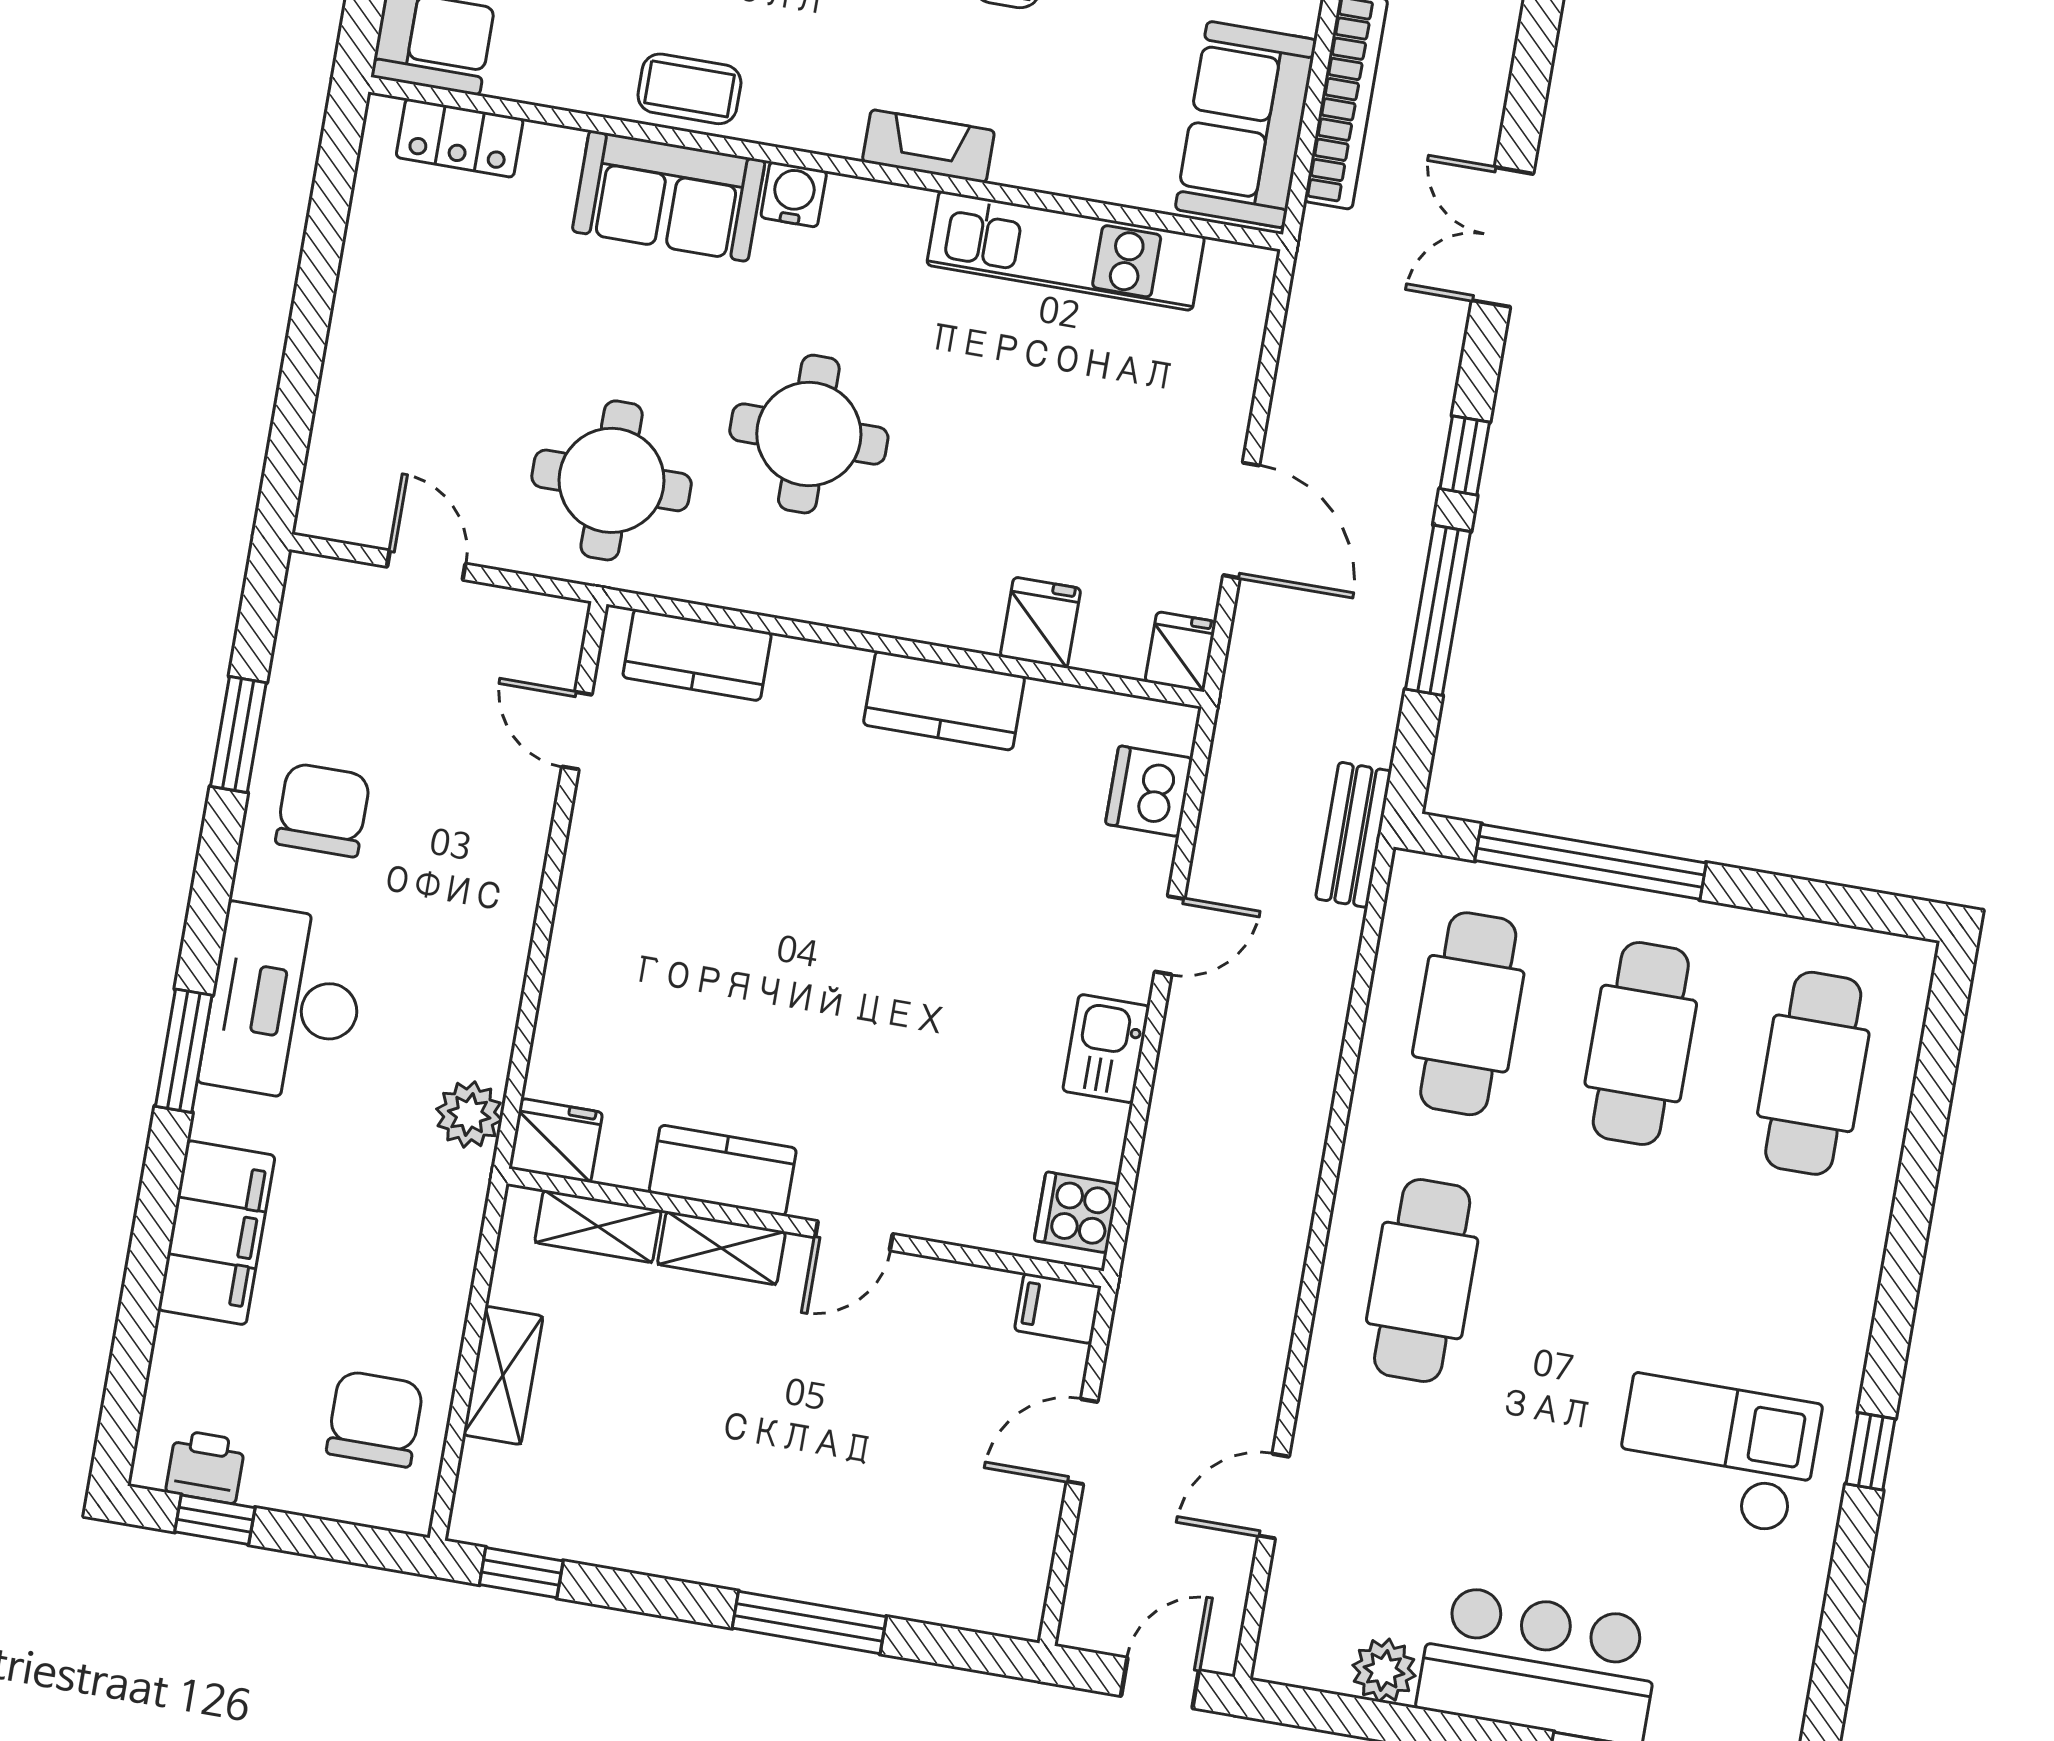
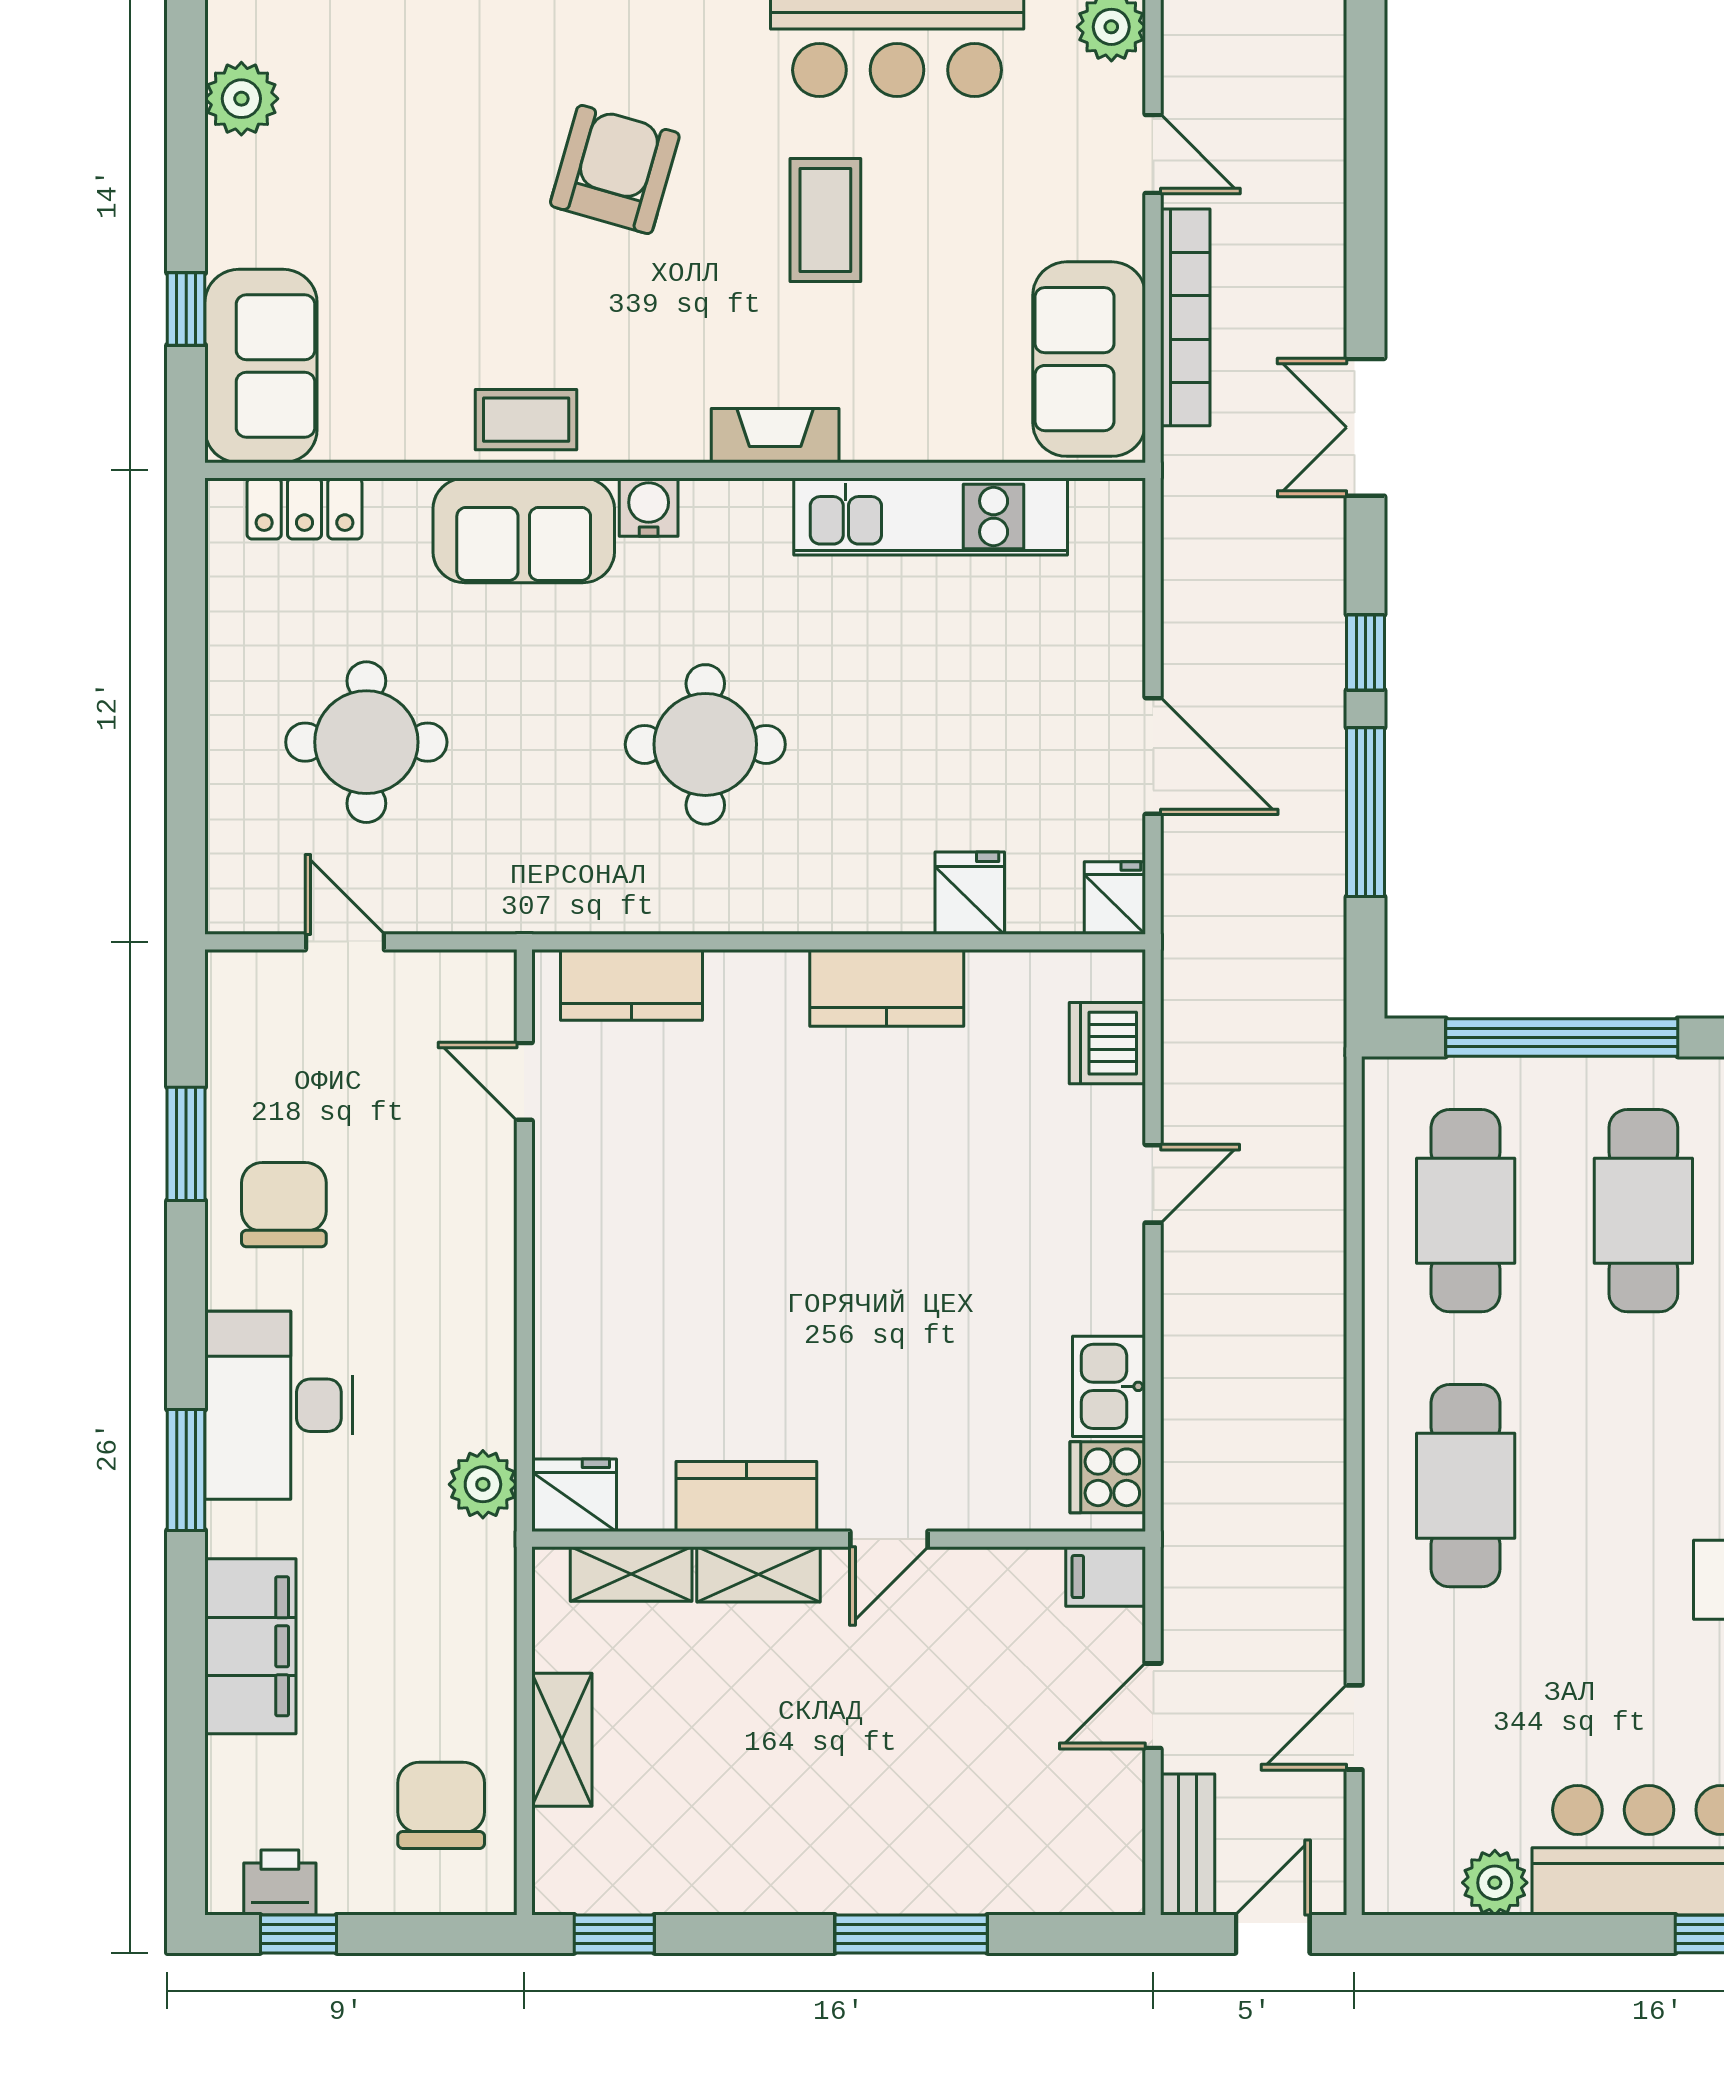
round table: (612, 480) -> (366, 742), moved
bench: (1353, 835) -> (1188, 1844), moved
kitchen sink: (1106, 1049) -> (1109, 1386), moved

